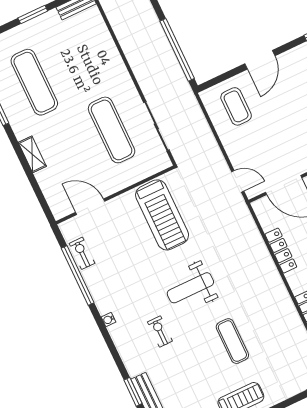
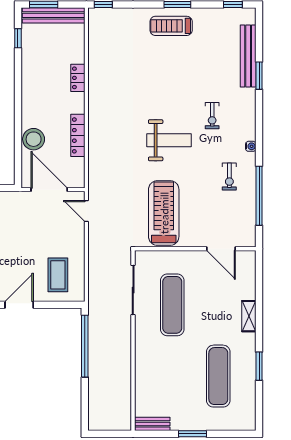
exercise bike: (82, 253) -> (229, 177), moved
exercise mat: (232, 341) -> (155, 79), removed

